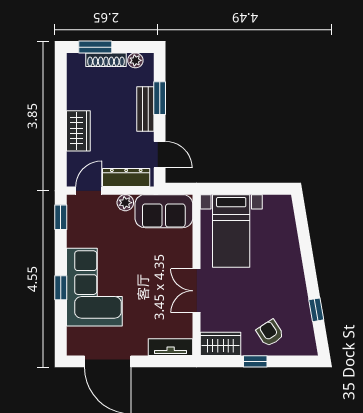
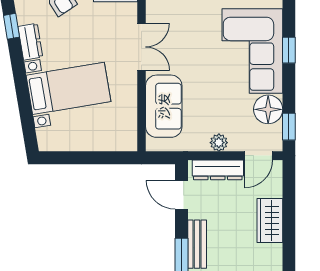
sofa: (164, 211) -> (164, 106), moved, turned 90
bed with nightstands: (231, 231) -> (68, 88), moved, turned 80
floor lamp: (80, 233) -> (268, 109), added
dresser: (299, 296) -> (30, 42), added

